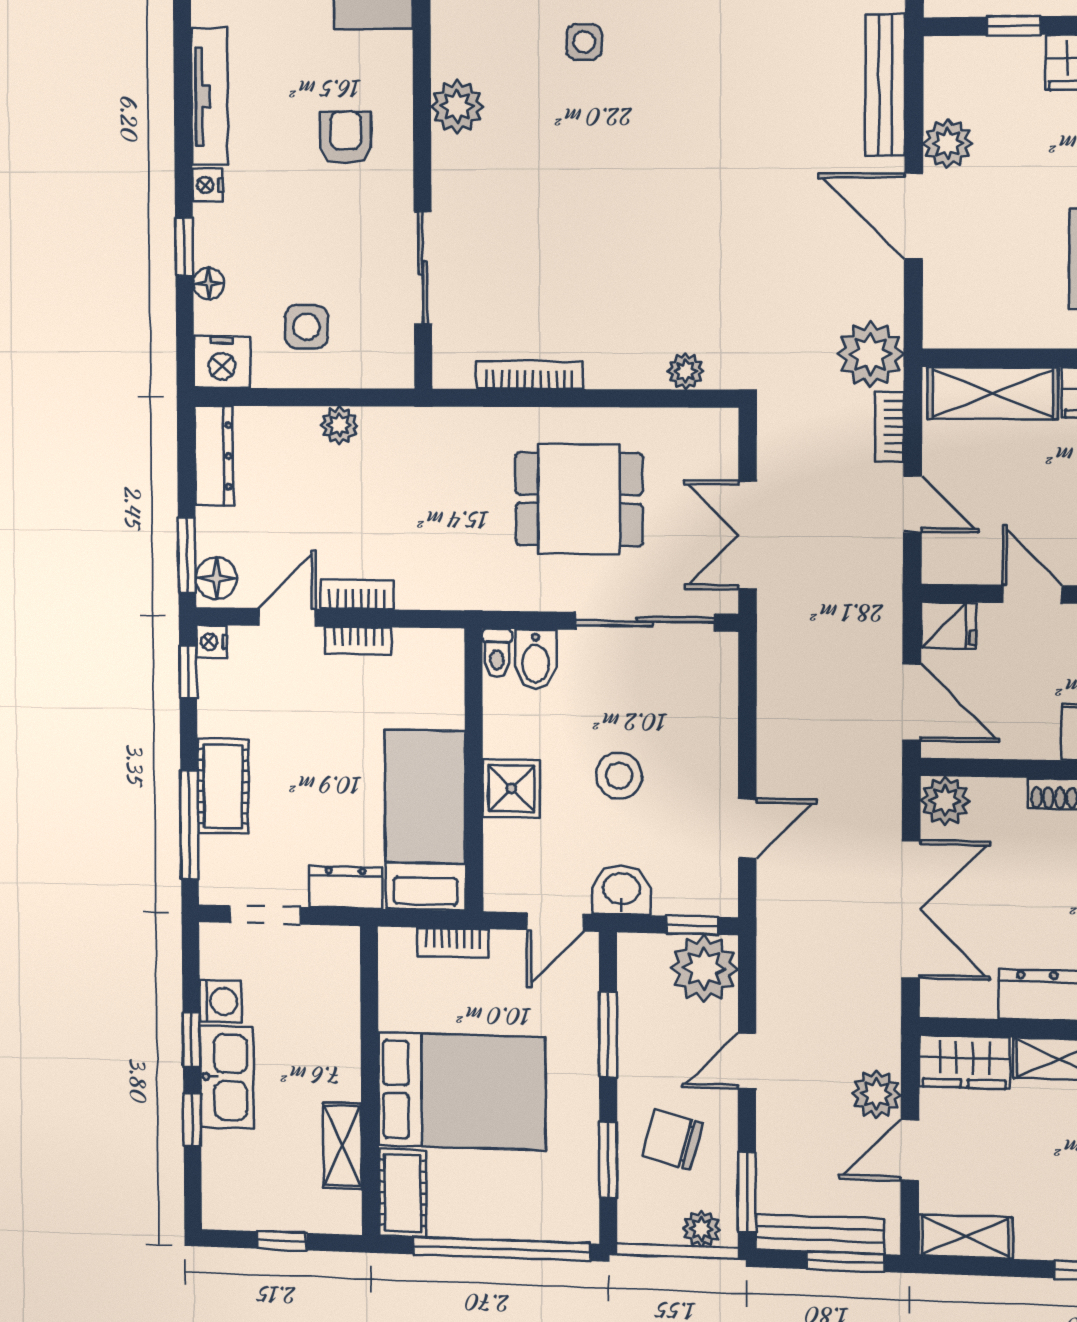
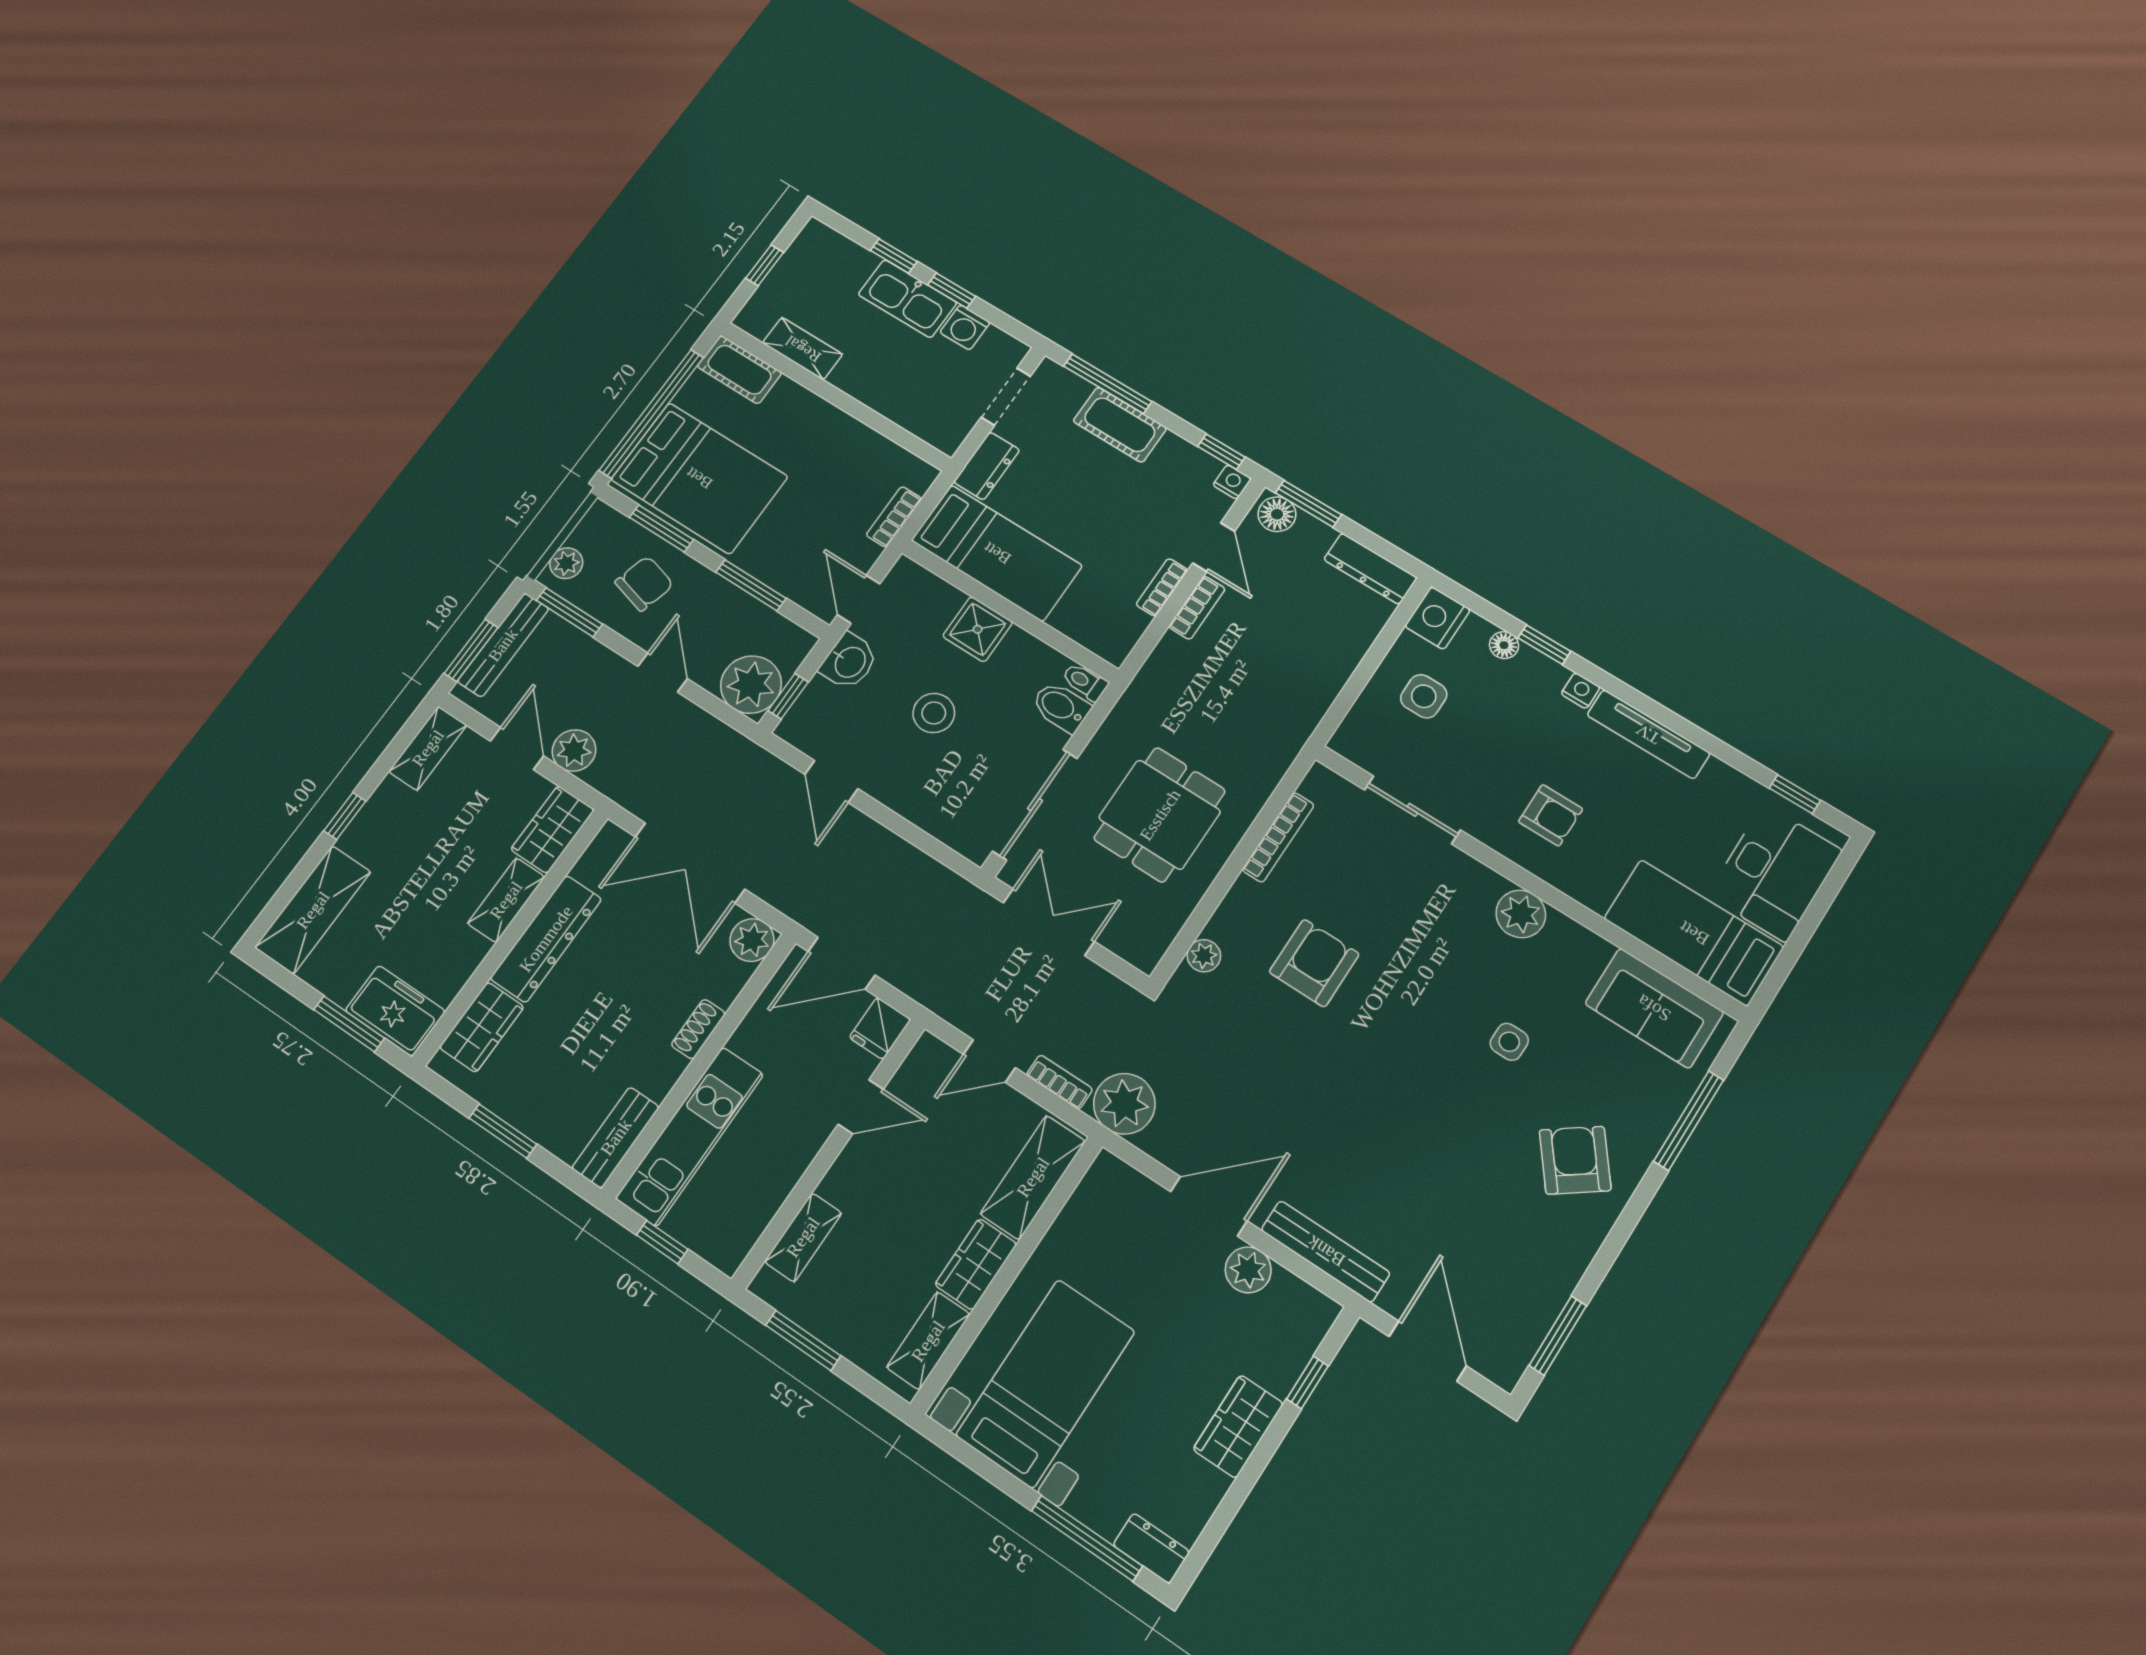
armchair: (626, 266) -> (1314, 963), added
plant: (339, 425) -> (1333, 674), removed
bed: (462, 1091) -> (699, 478), moved, turned -90

